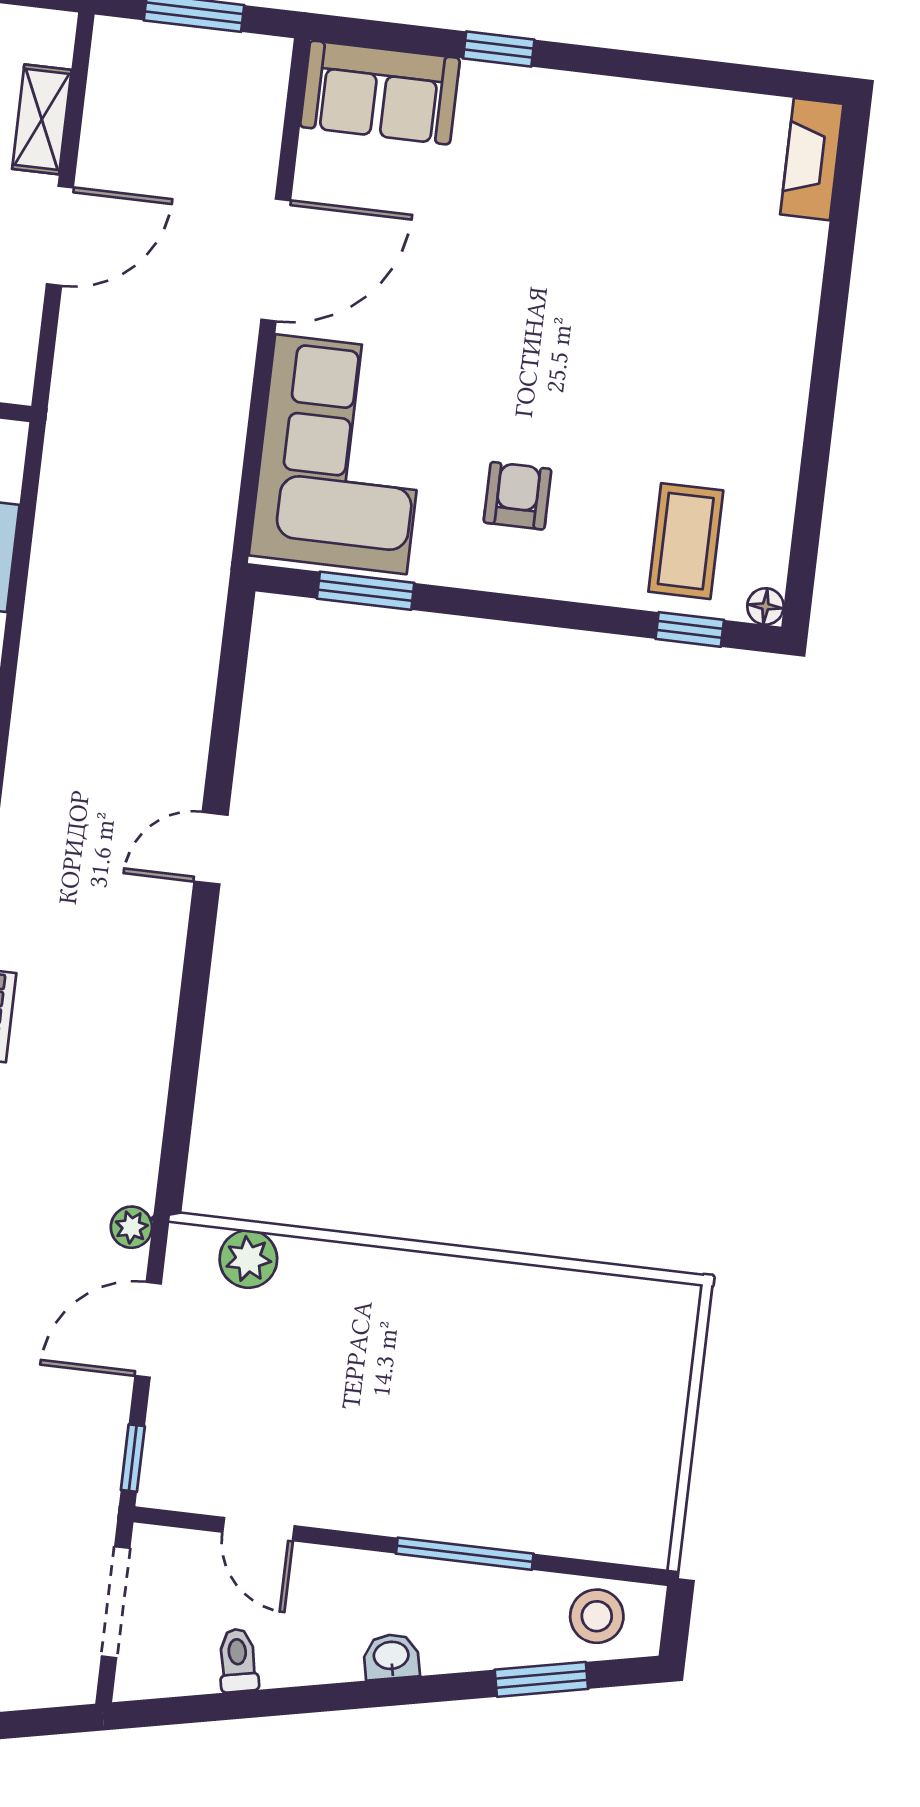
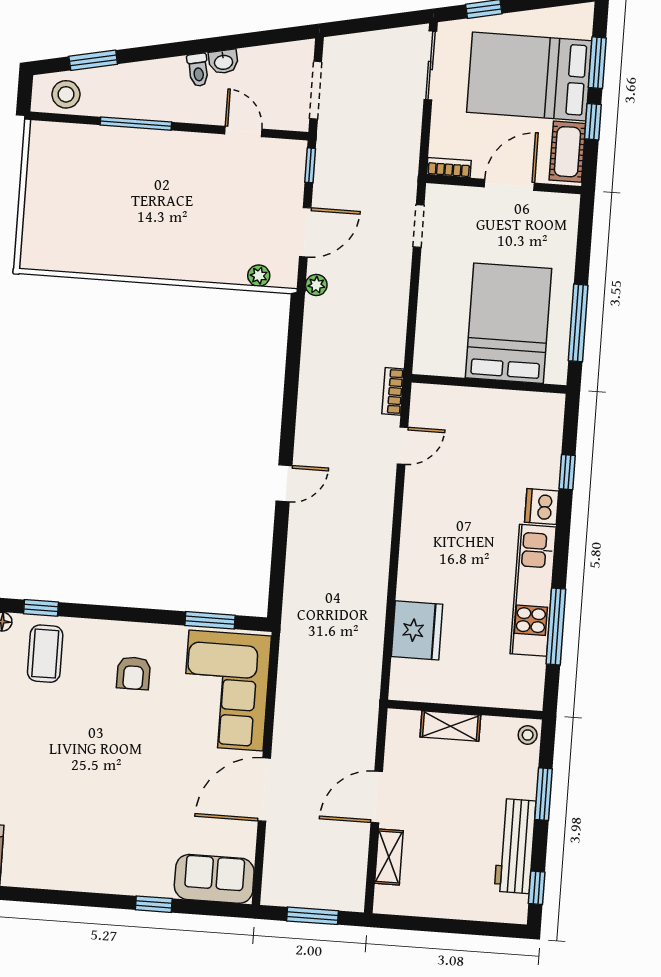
plant: (248, 1259) -> (259, 276), width x0.73, depth x0.73
washbasin: (391, 1657) -> (223, 62), moved
toilet: (238, 1660) -> (198, 70), moved

